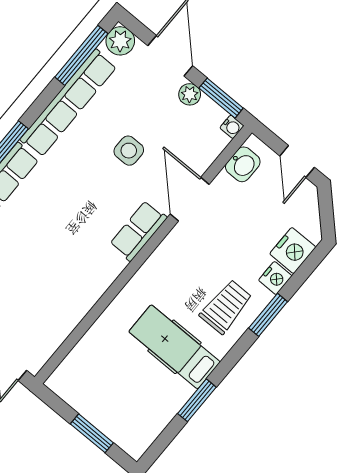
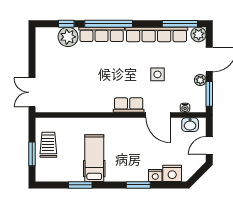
water cooler: (232, 127) -> (185, 108), moved
door: (190, 199) -> (158, 115), swing flipped
trolley: (226, 307) -> (48, 145), moved, turned -90

